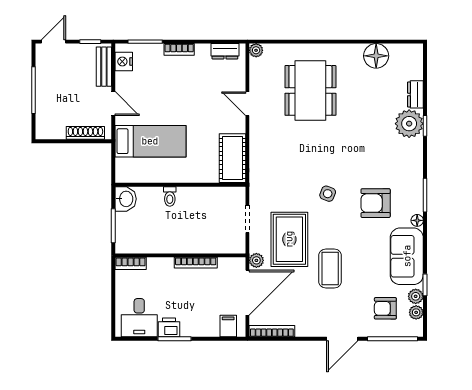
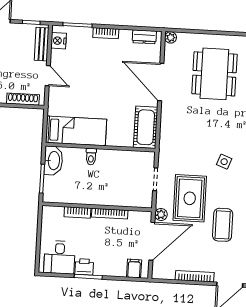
door: (247, 104) -> (161, 82), width x1.88
bed: (150, 141) -> (76, 131), moved
washbasin: (126, 199) -> (53, 161), width x1.38
bookcase: (131, 263) -> (77, 212), moved
bookcase: (272, 331) -> (195, 276), moved

